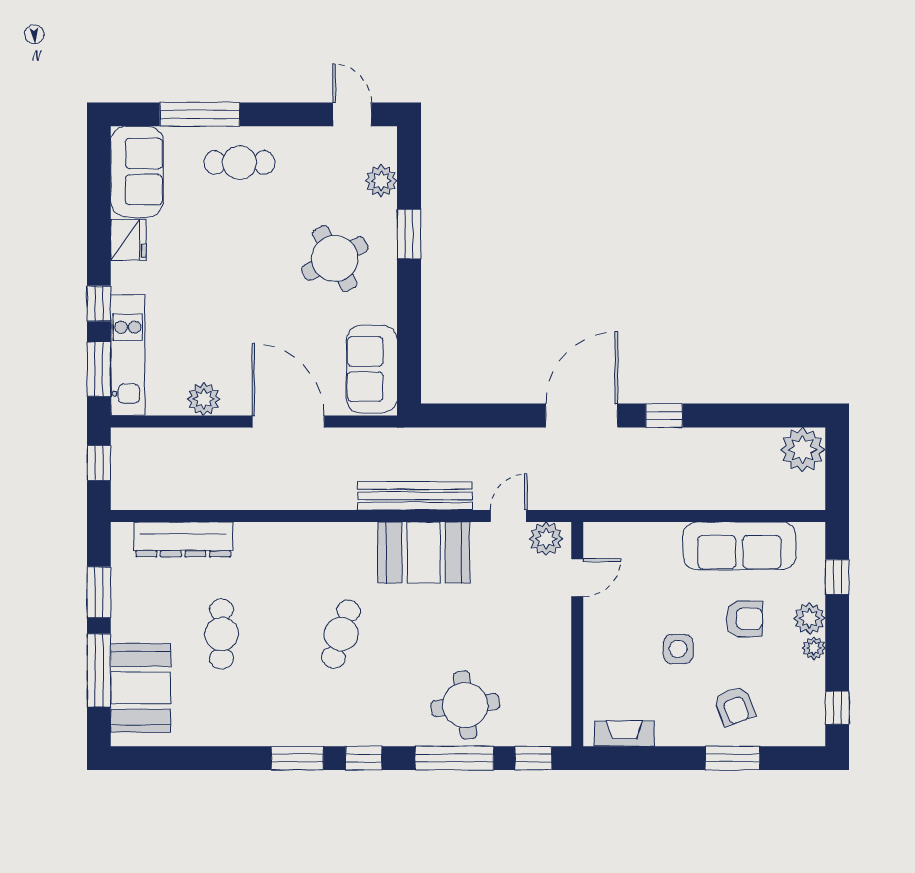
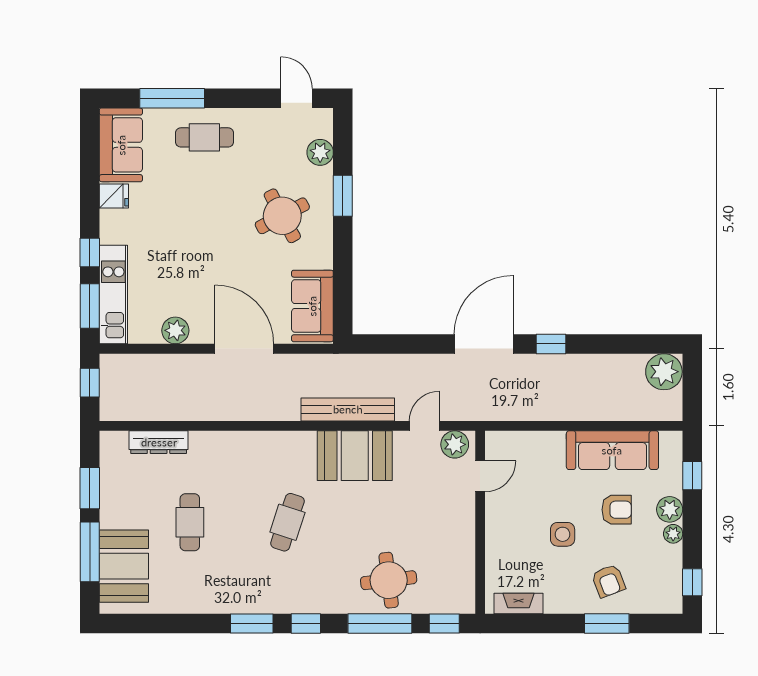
fridge: (128, 240) -> (114, 196), width x0.72
dresser: (183, 539) -> (159, 442), width x0.73, depth x0.80

